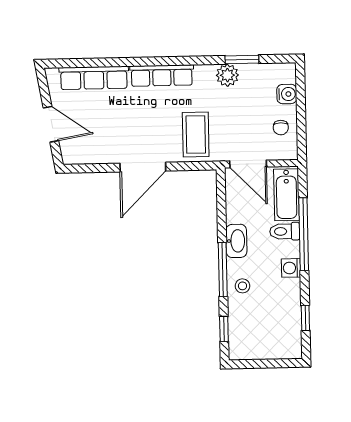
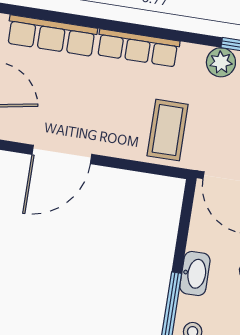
door: (143, 167) -> (62, 154), moved

